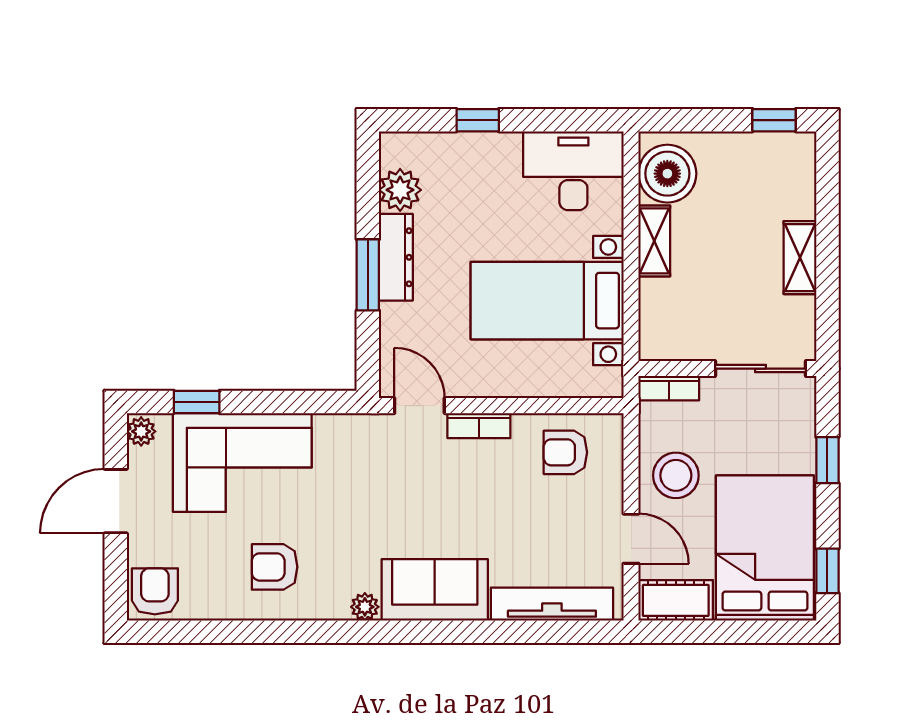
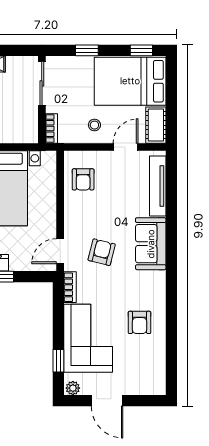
bookcase: (479, 426) -> (70, 287), moved
stool: (676, 475) -> (94, 125), width x0.53, depth x0.53
armchair: (155, 591) -> (102, 252), moved, turned 104
plant: (365, 607) -> (159, 278), removed

